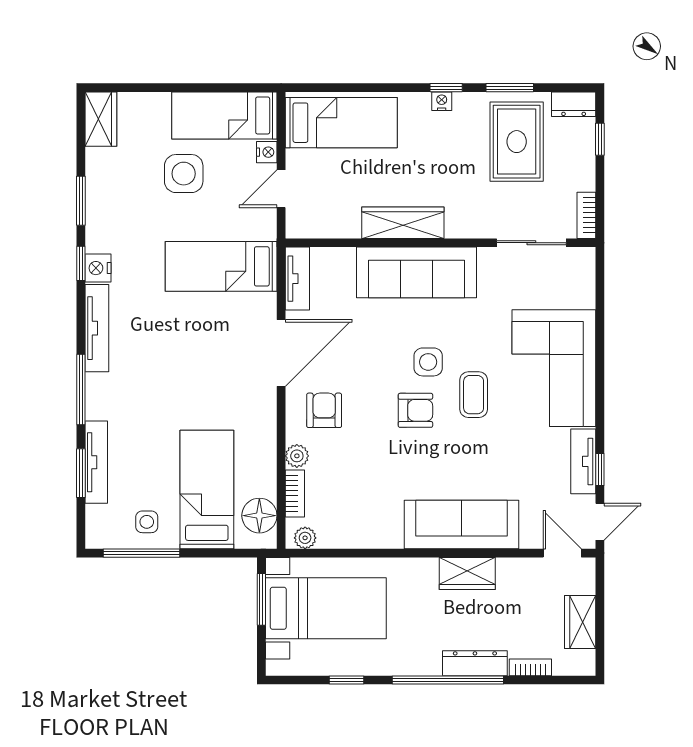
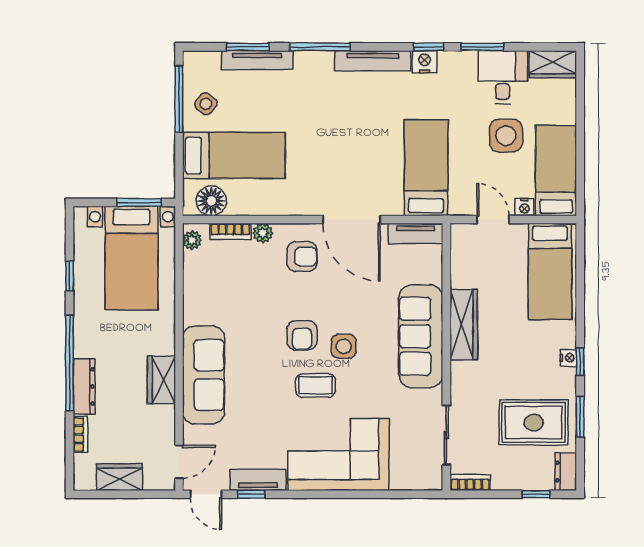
desk: (116, 177) -> (503, 77), added
side table: (147, 522) -> (206, 104), turned 38

